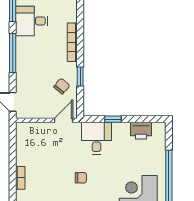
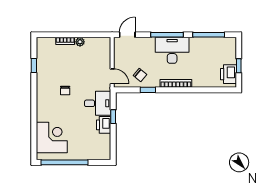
desk: (32, 21) -> (172, 50), moved, width x1.37
printer: (141, 131) -> (104, 125), moved
plant: (21, 160) -> (80, 42), added

